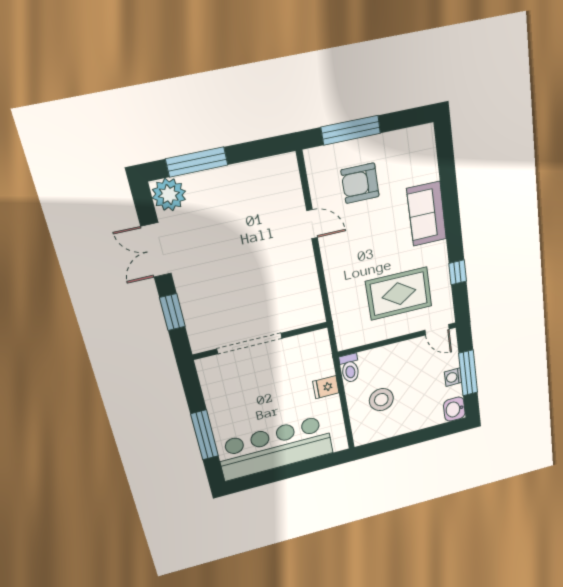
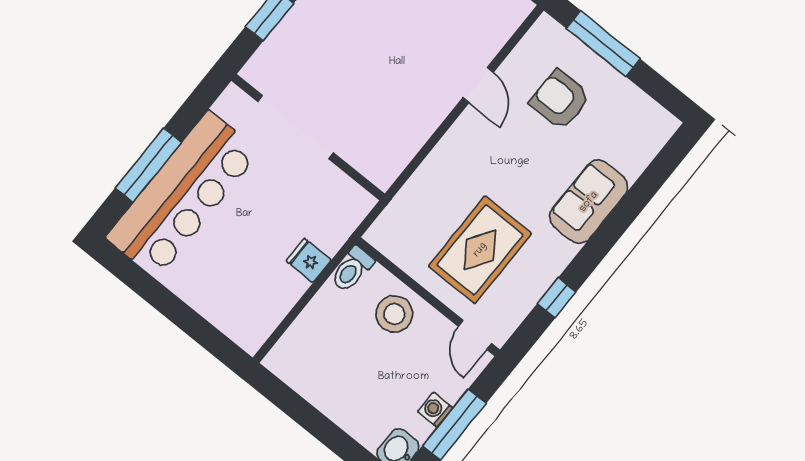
rug: (399, 294) -> (480, 250), turned 90
stool: (381, 400) -> (394, 314), moved
bar counter: (275, 448) -> (183, 195), moved, turned 90

